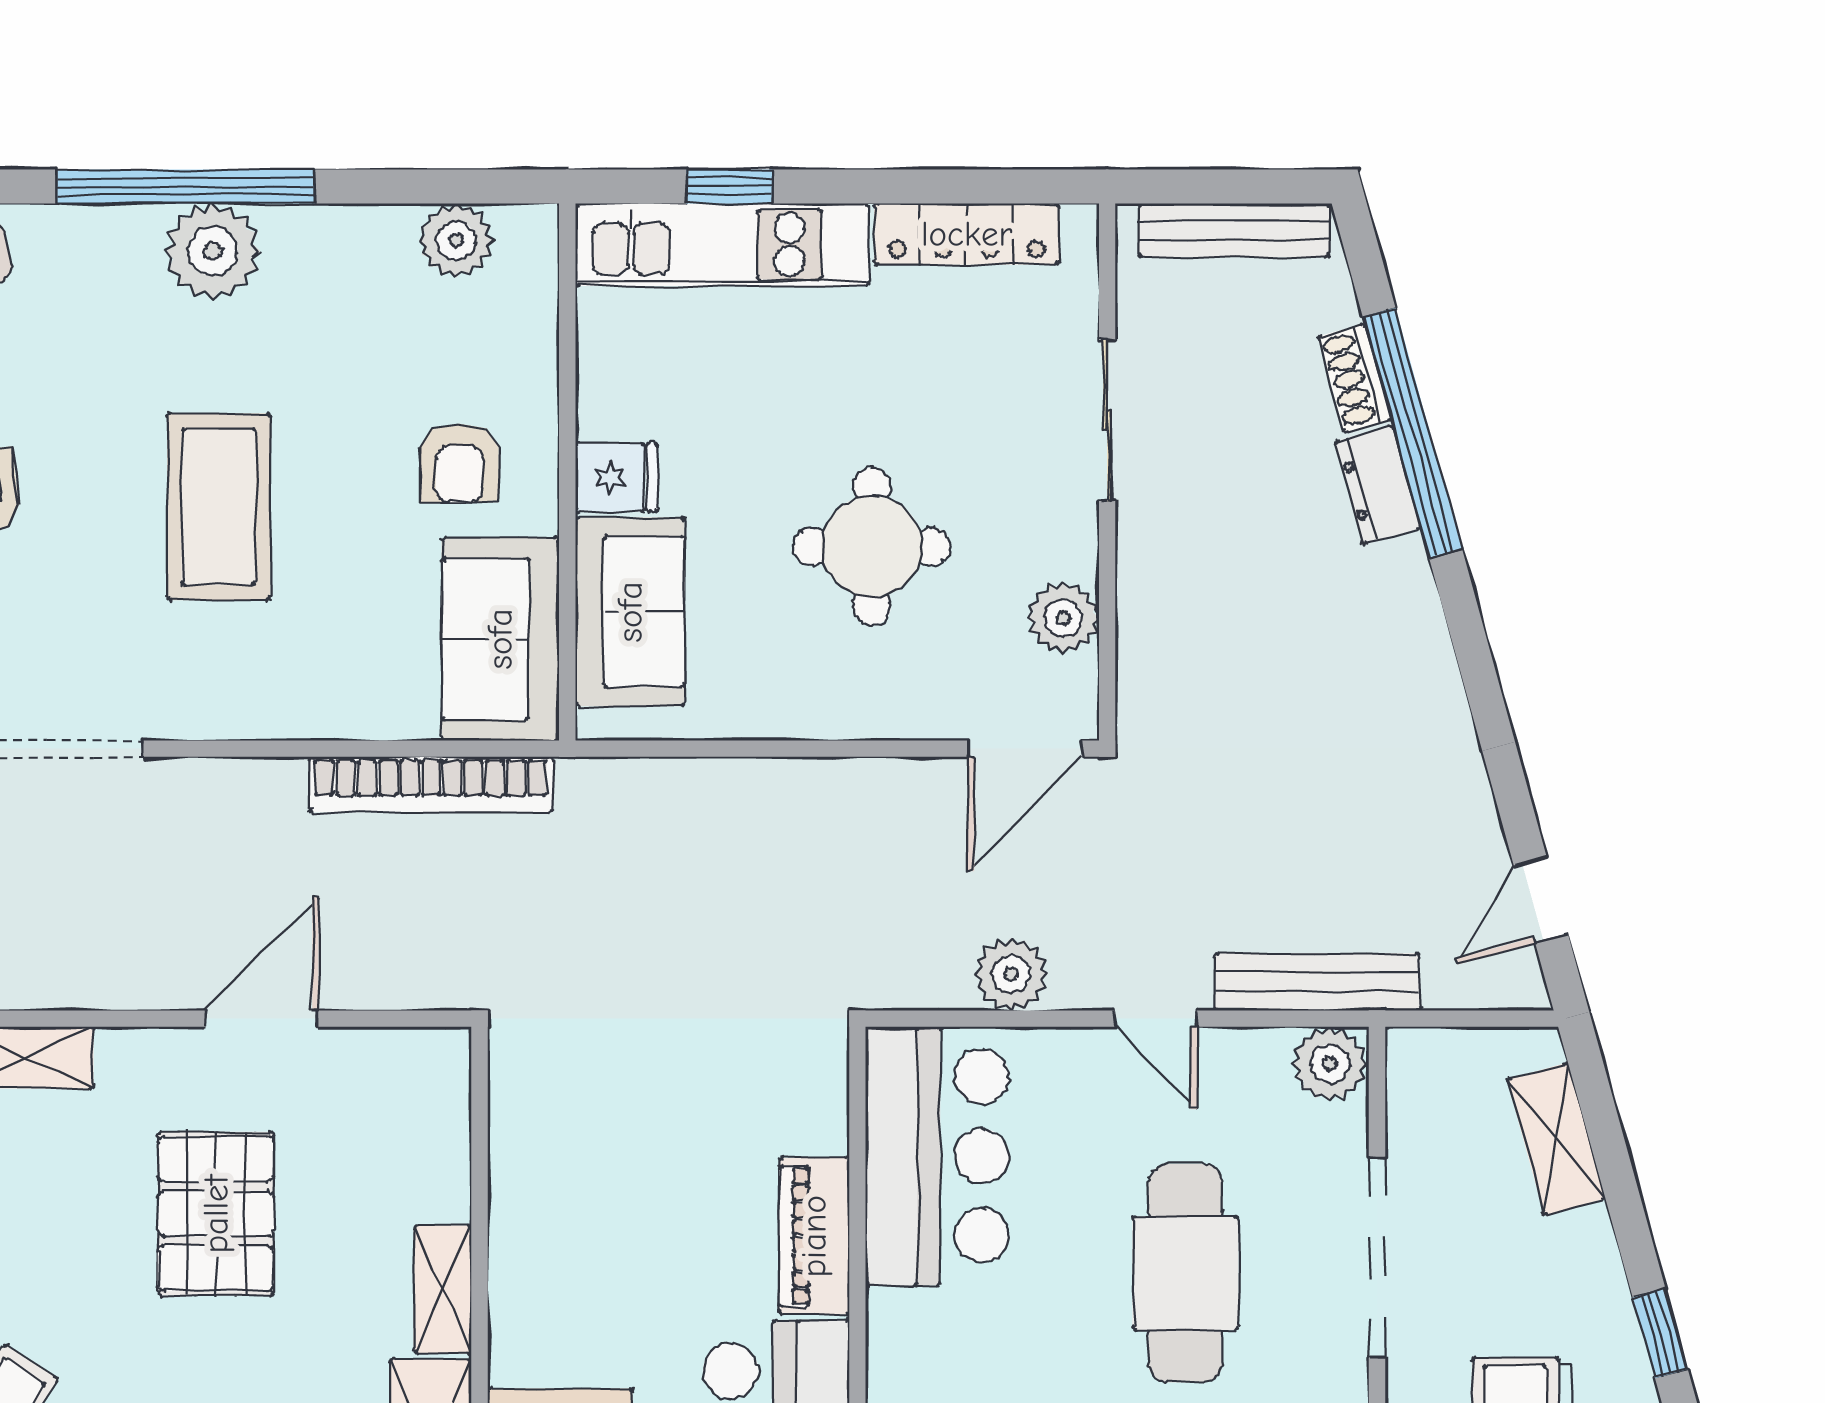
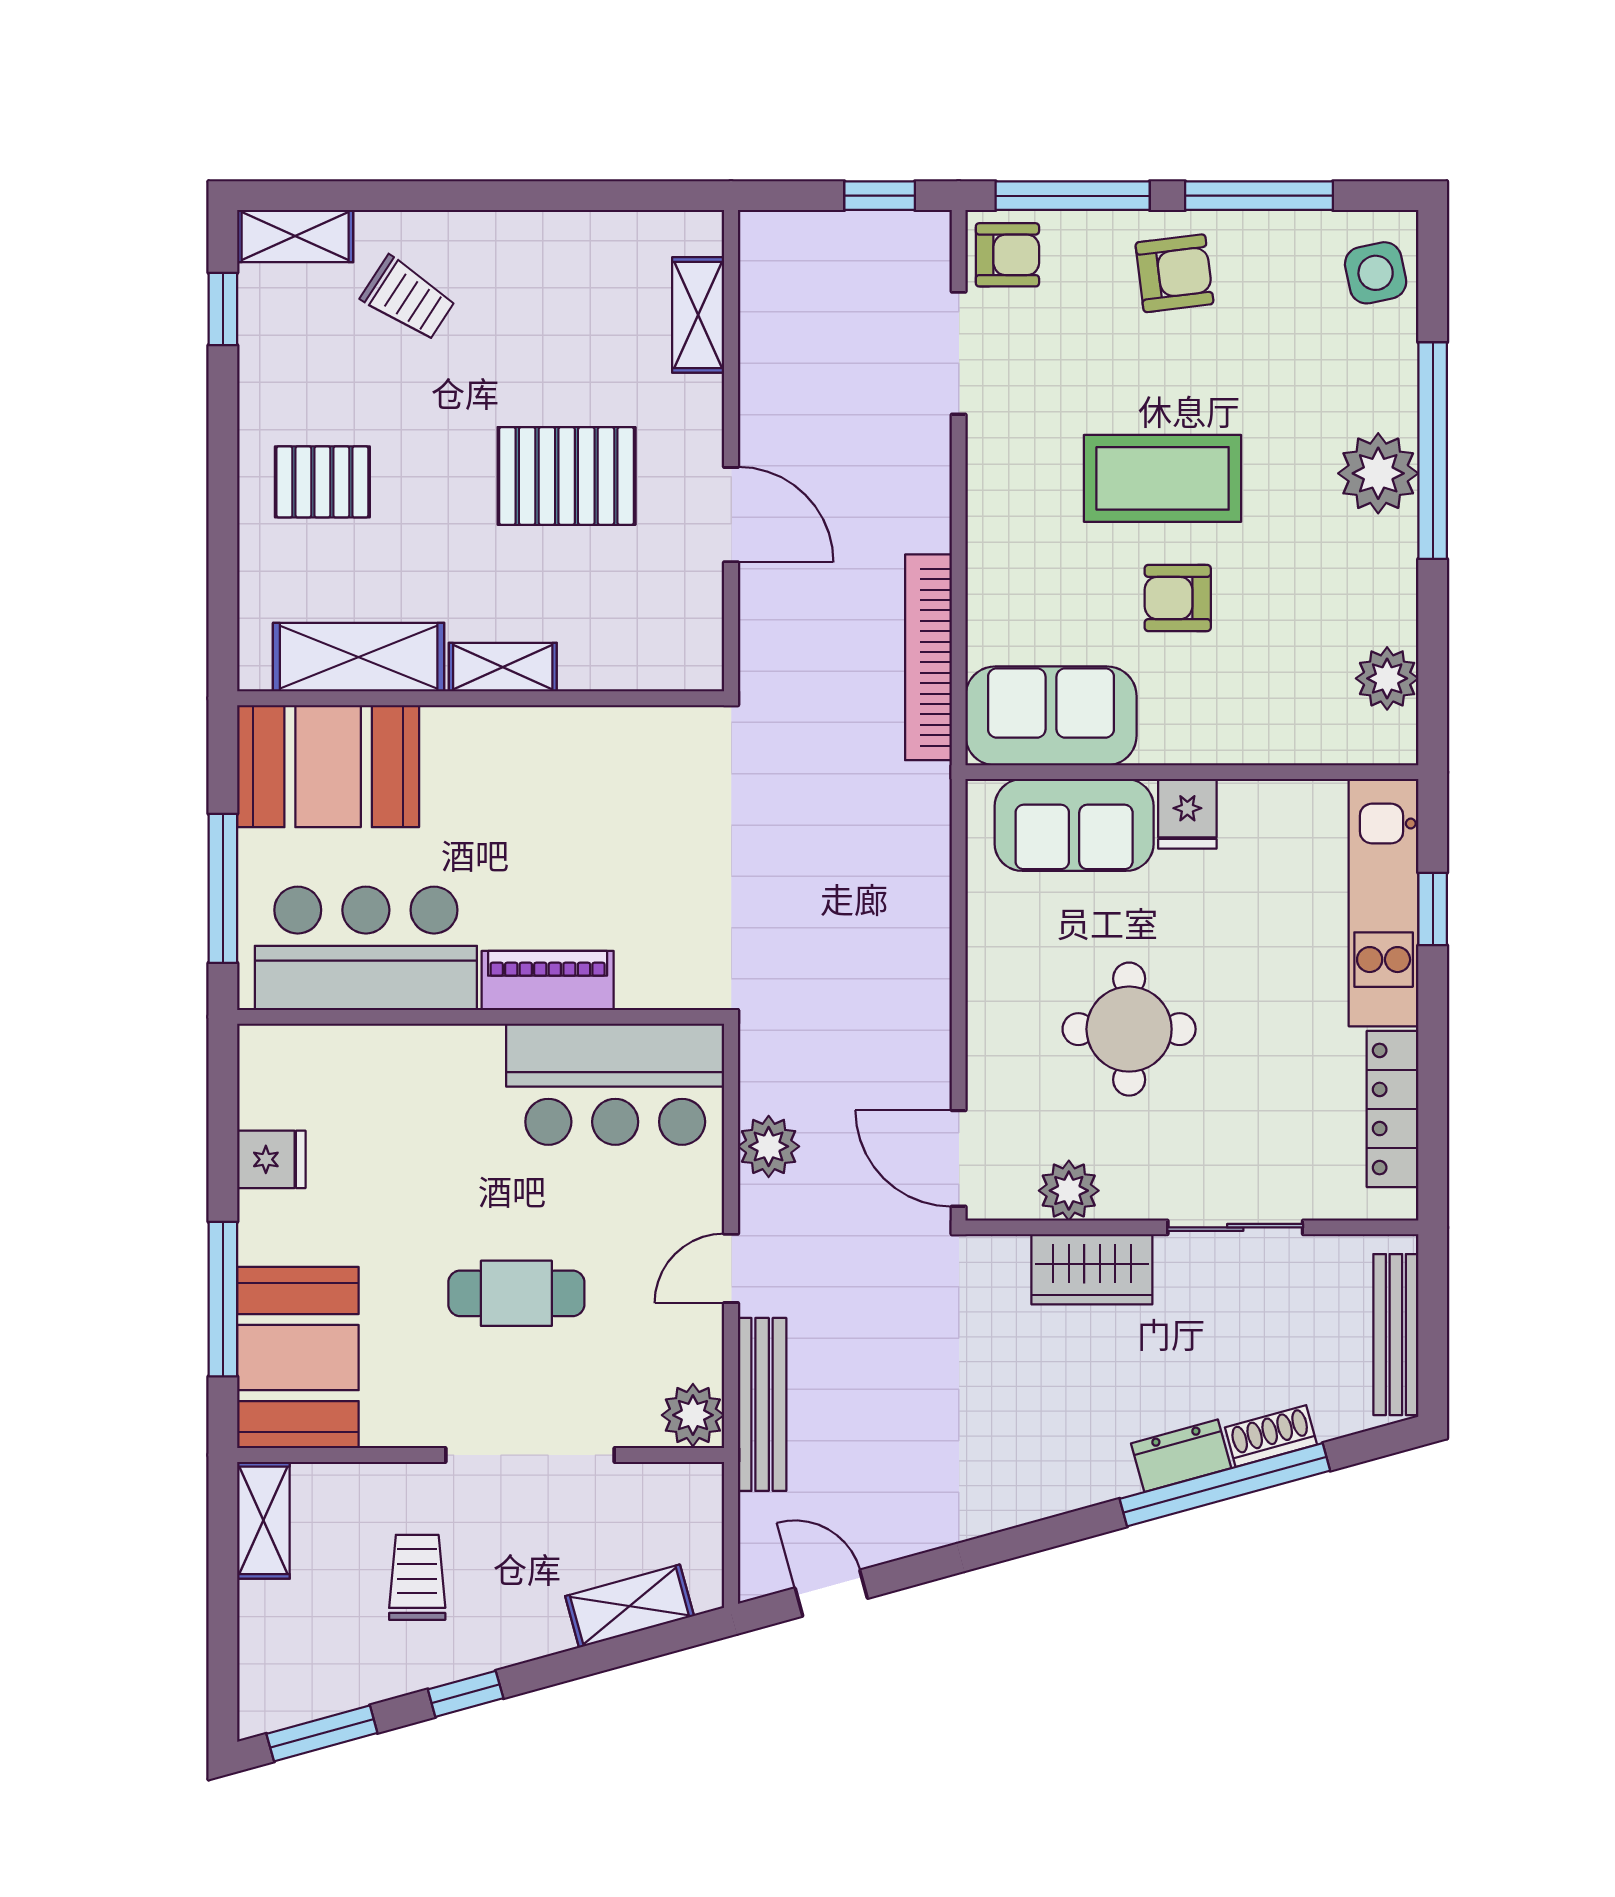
armchair: (459, 463) -> (1178, 598), moved
wardrobe: (1157, 591) -> (1092, 1269), added
cafe table: (1185, 1273) -> (516, 1293), width x0.73, depth x0.74

